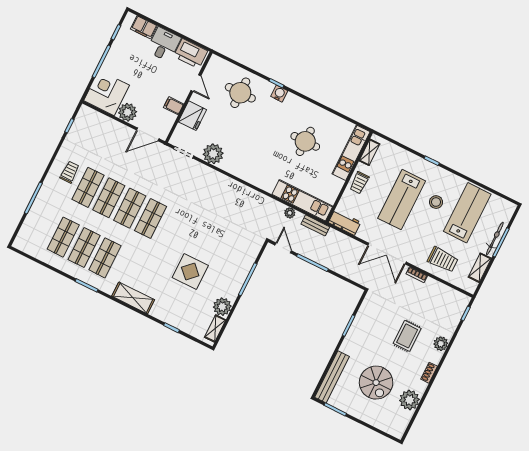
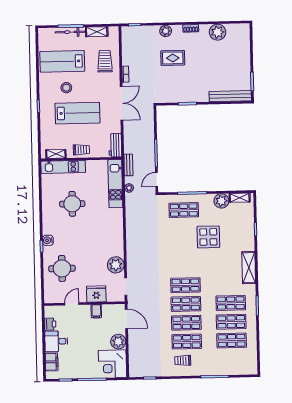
printer: (191, 54) -> (50, 324), width x0.53, depth x0.68
shop shelf: (234, 260) -> (184, 210), added
spiral stairs: (376, 383) -> (218, 63), removed

